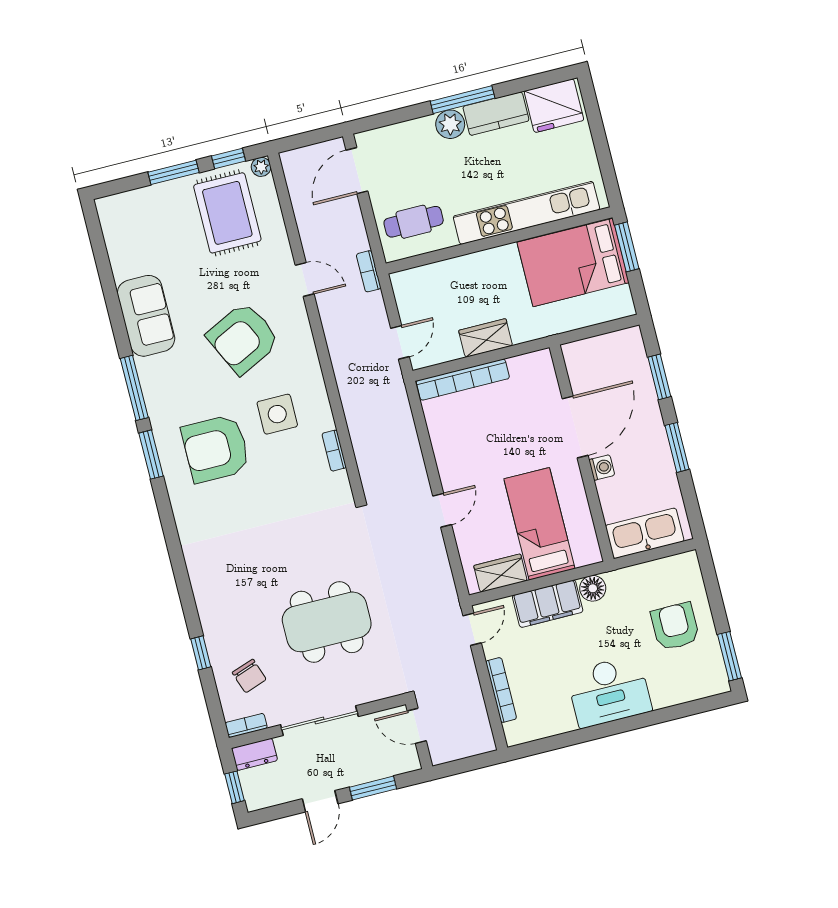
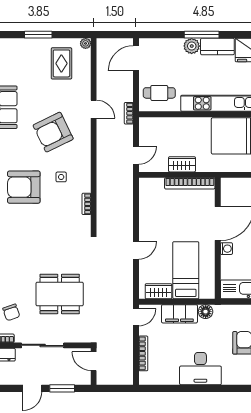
window: (229, 158) -> (69, 35), removed
rug: (227, 213) -> (61, 63), width x0.73, depth x0.70
bookcase: (463, 380) -> (190, 183), moved
side table: (277, 414) -> (61, 177), width x0.54, depth x0.54

